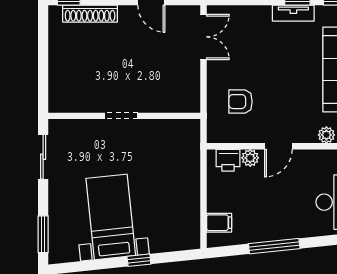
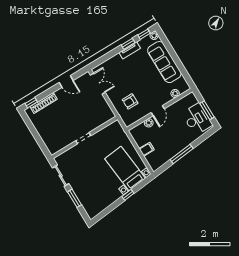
printer: (228, 160) -> (140, 130), removed
bed with nightstands: (111, 217) -> (125, 168), moved
filing cabinet: (219, 223) -> (147, 149), moved
window: (43, 234) -> (74, 198), moved

